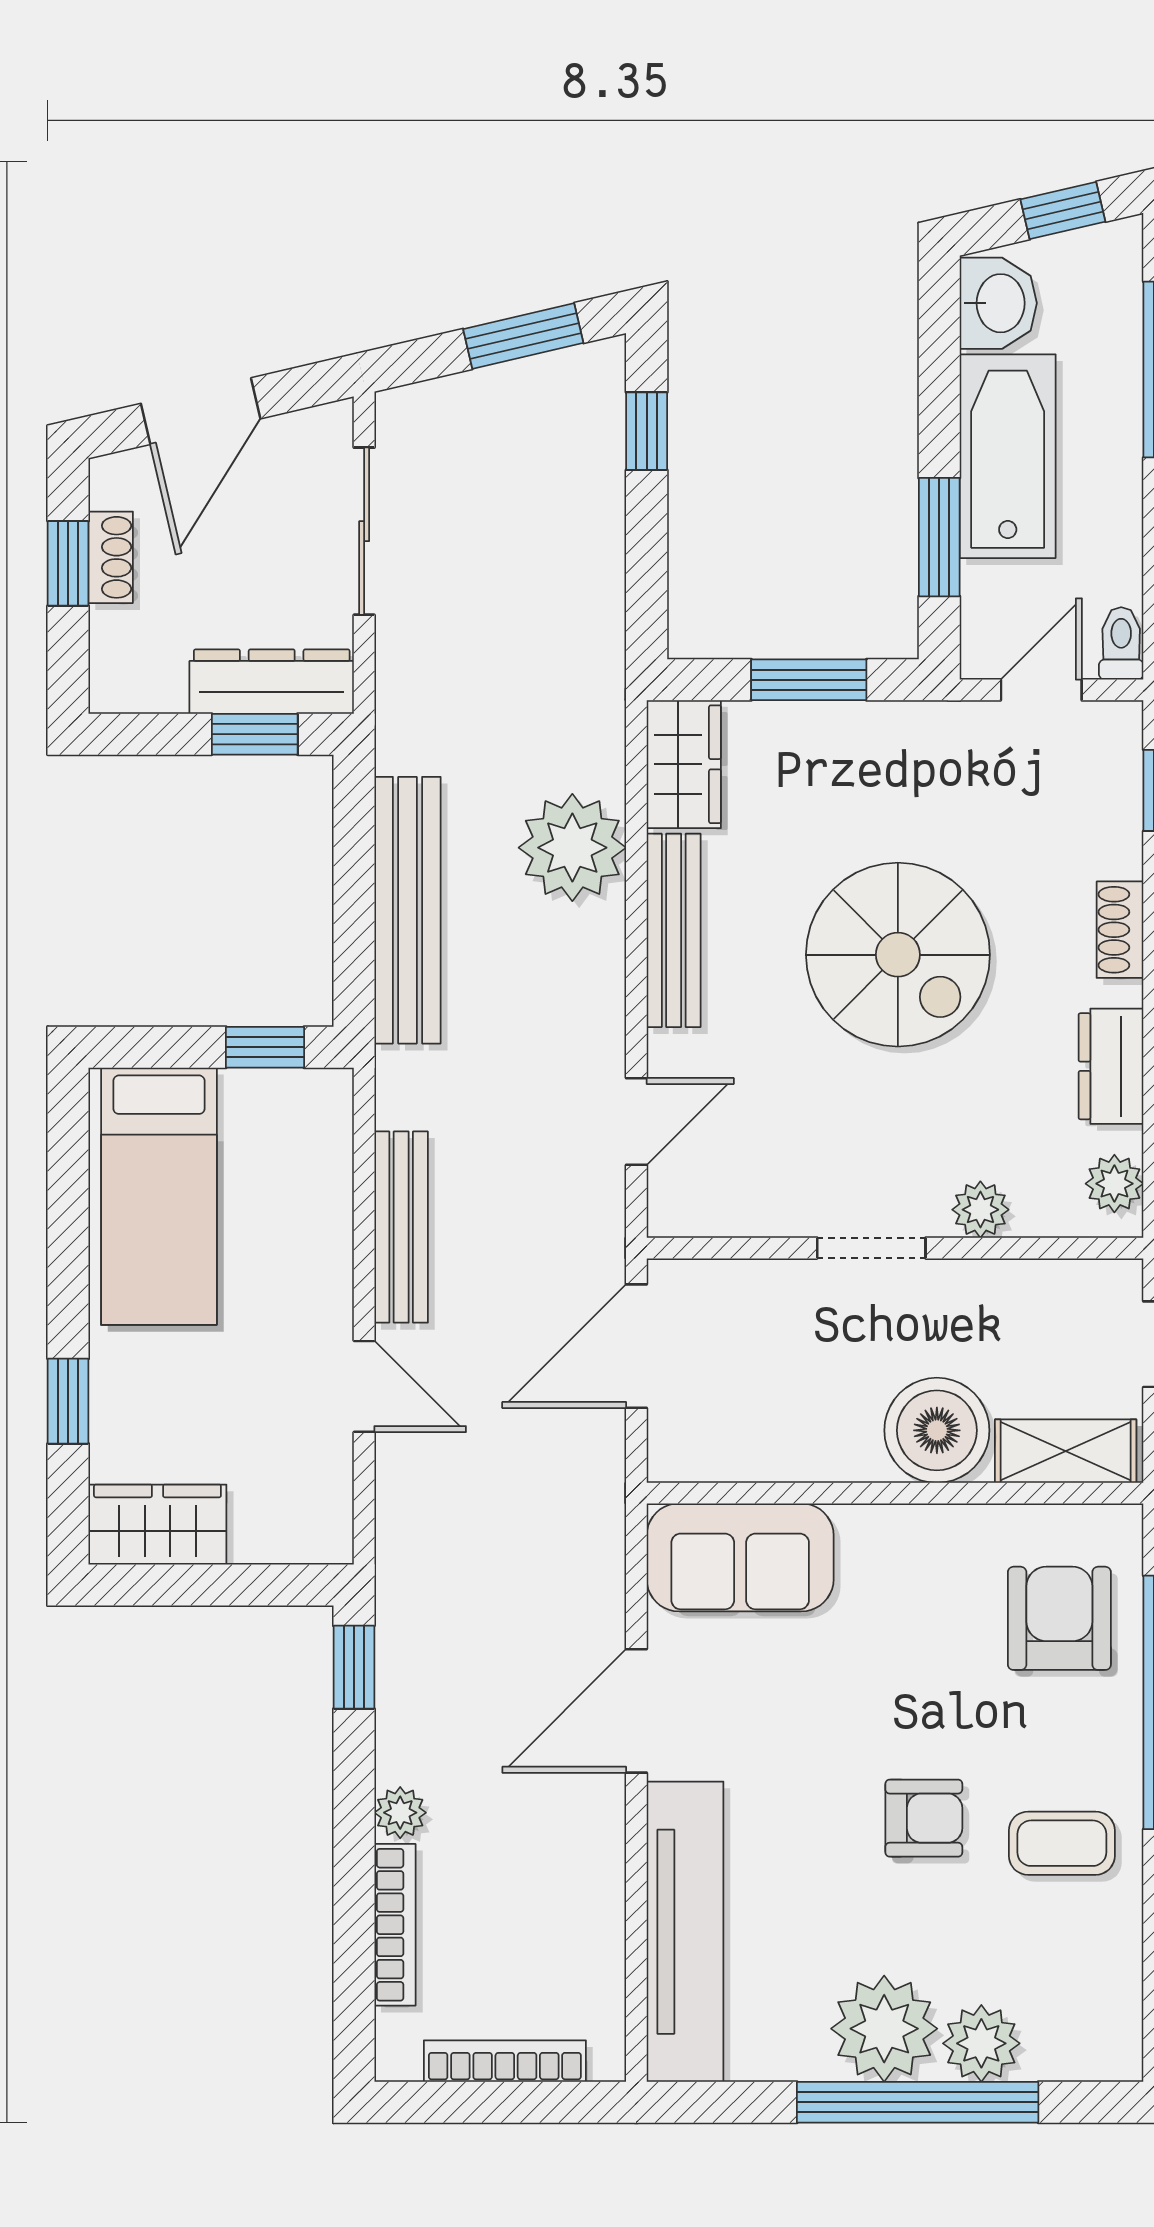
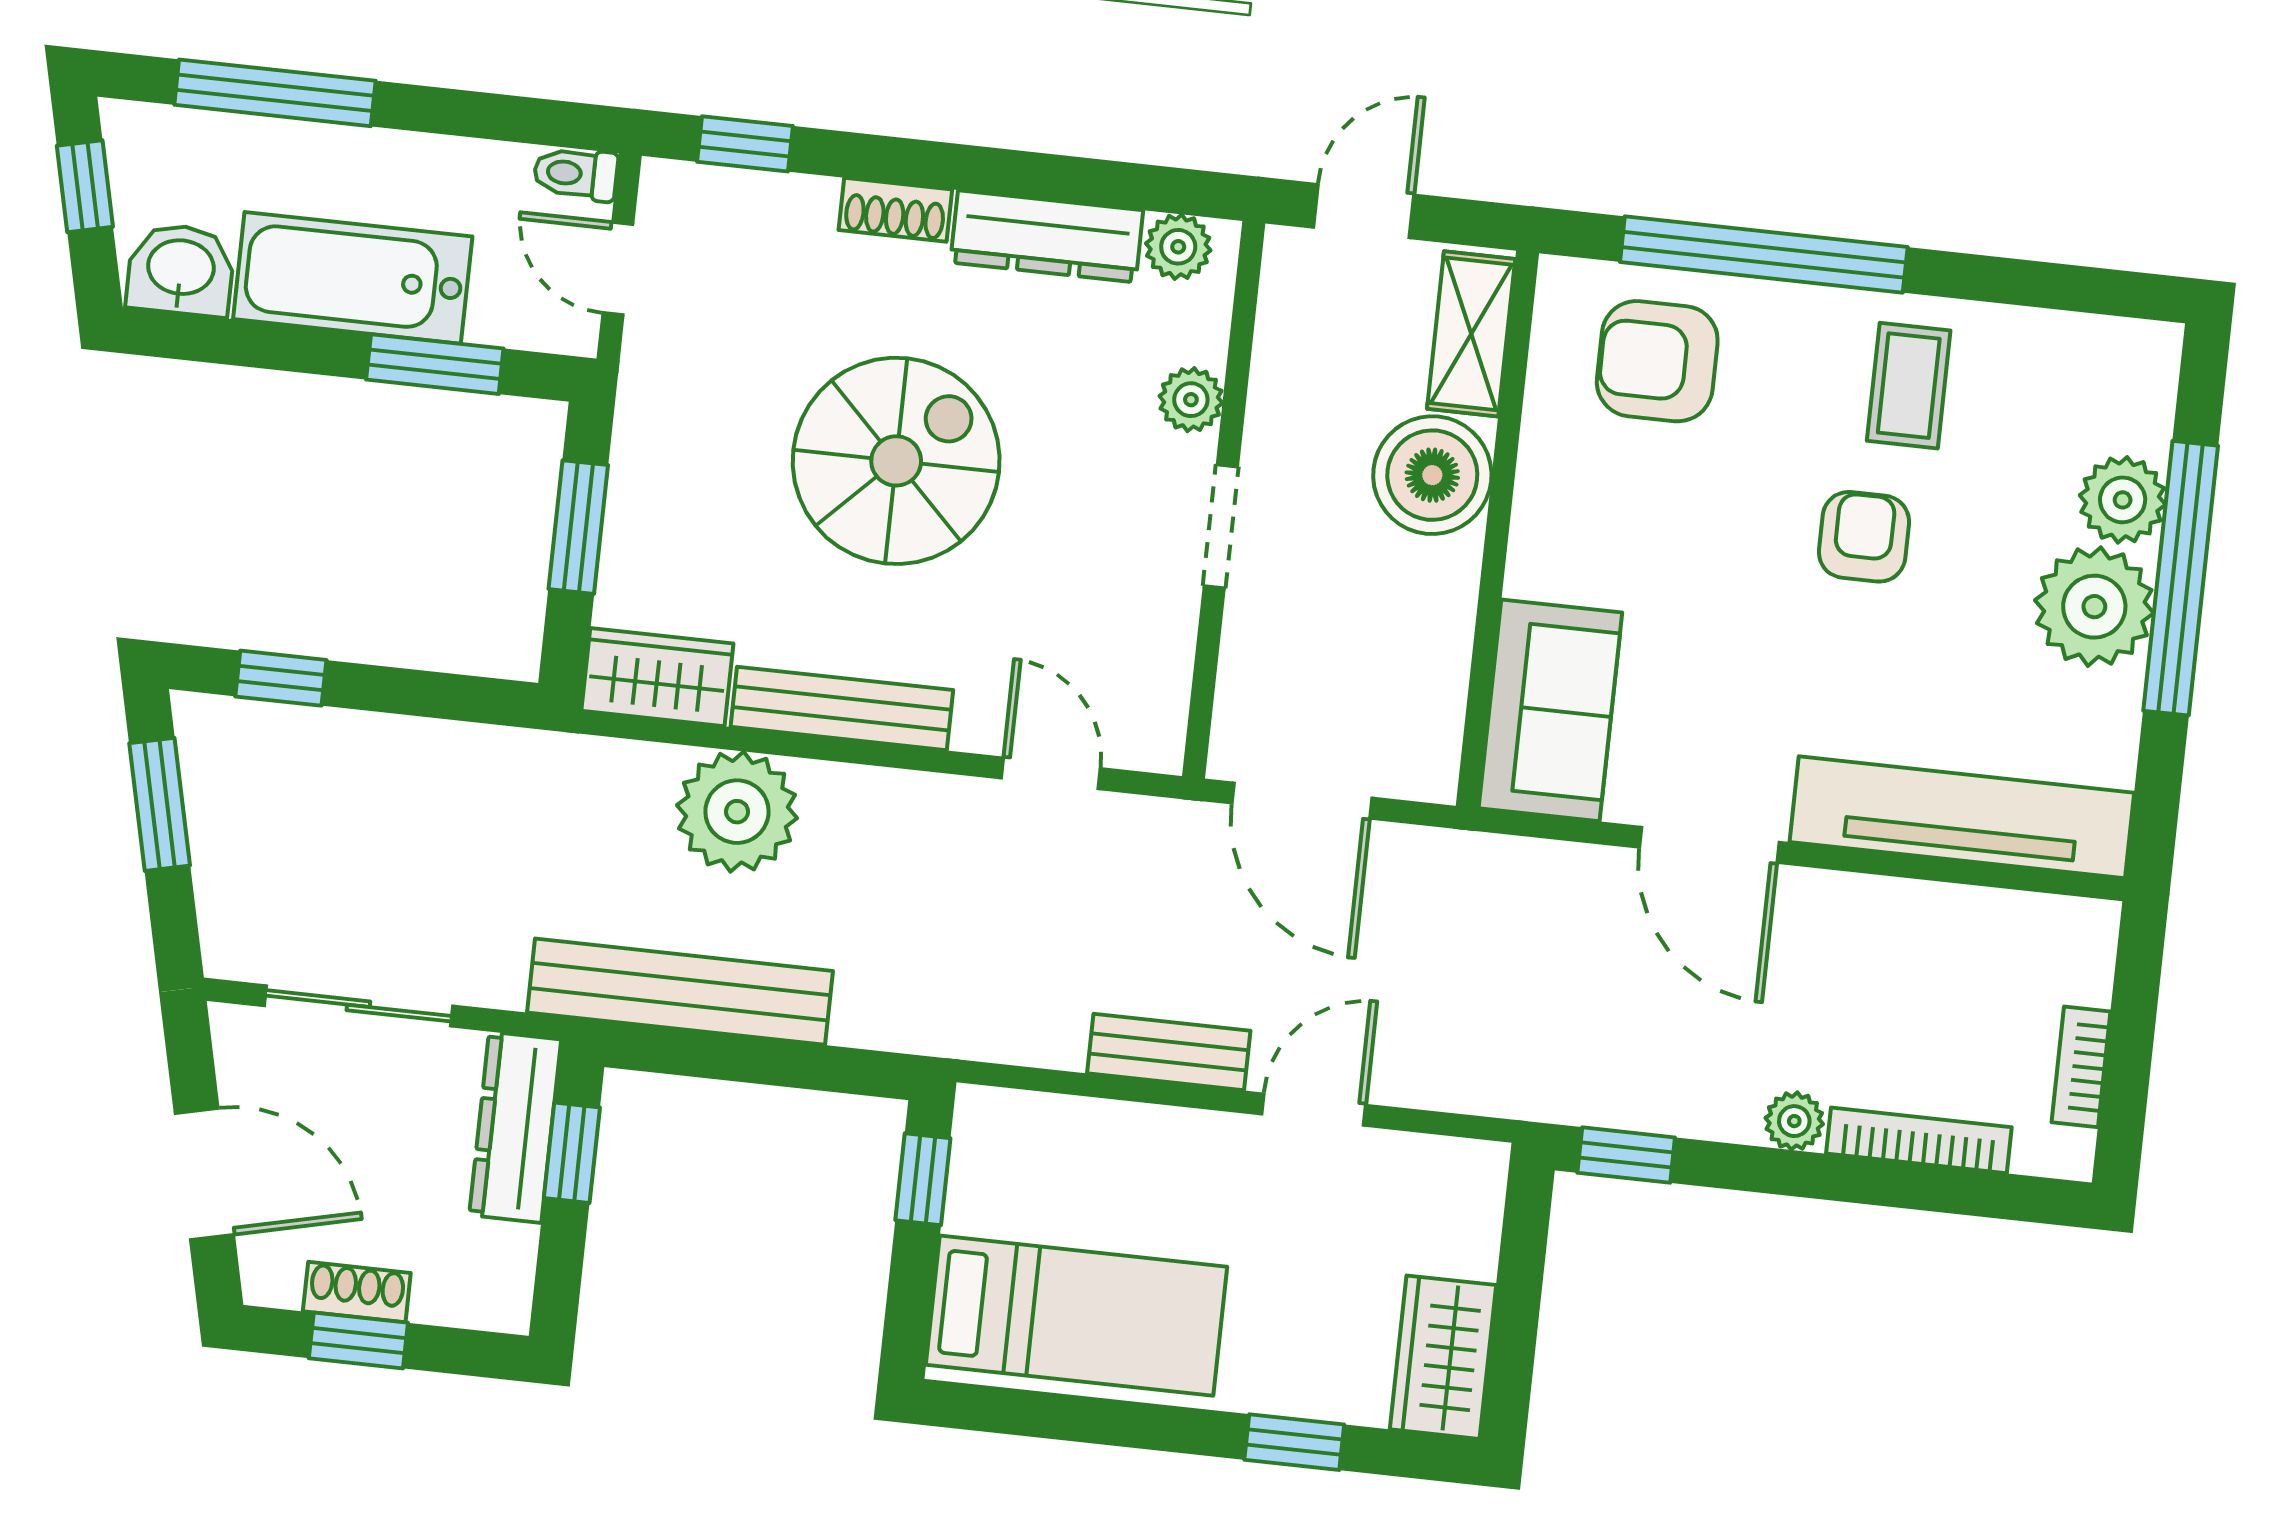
bench: (408, 910) -> (680, 992), moved
dresser: (1111, 1066) -> (1047, 236), width x1.44
bench: (401, 1227) -> (1169, 1052), width x0.73
bookcase: (505, 2061) -> (2081, 1067), width x0.64

